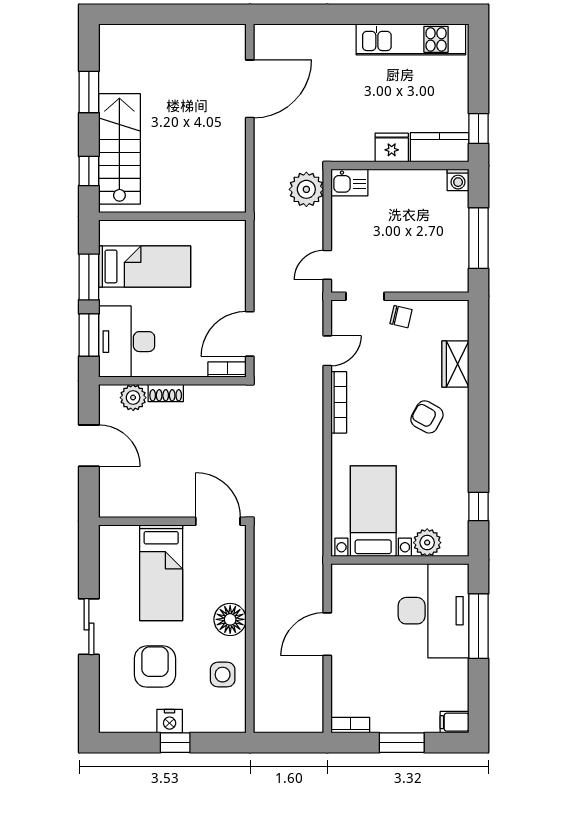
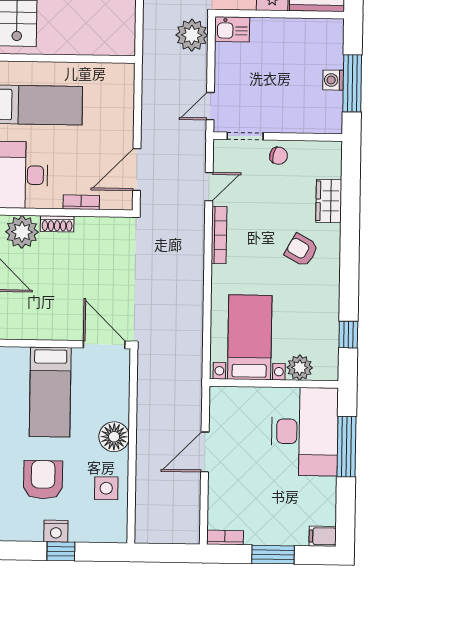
washing machine: (458, 180) -> (333, 80), moved, turned 90
bookcase: (227, 370) -> (81, 202), moved
plant: (133, 398) -> (22, 232), width x1.36, depth x1.36

